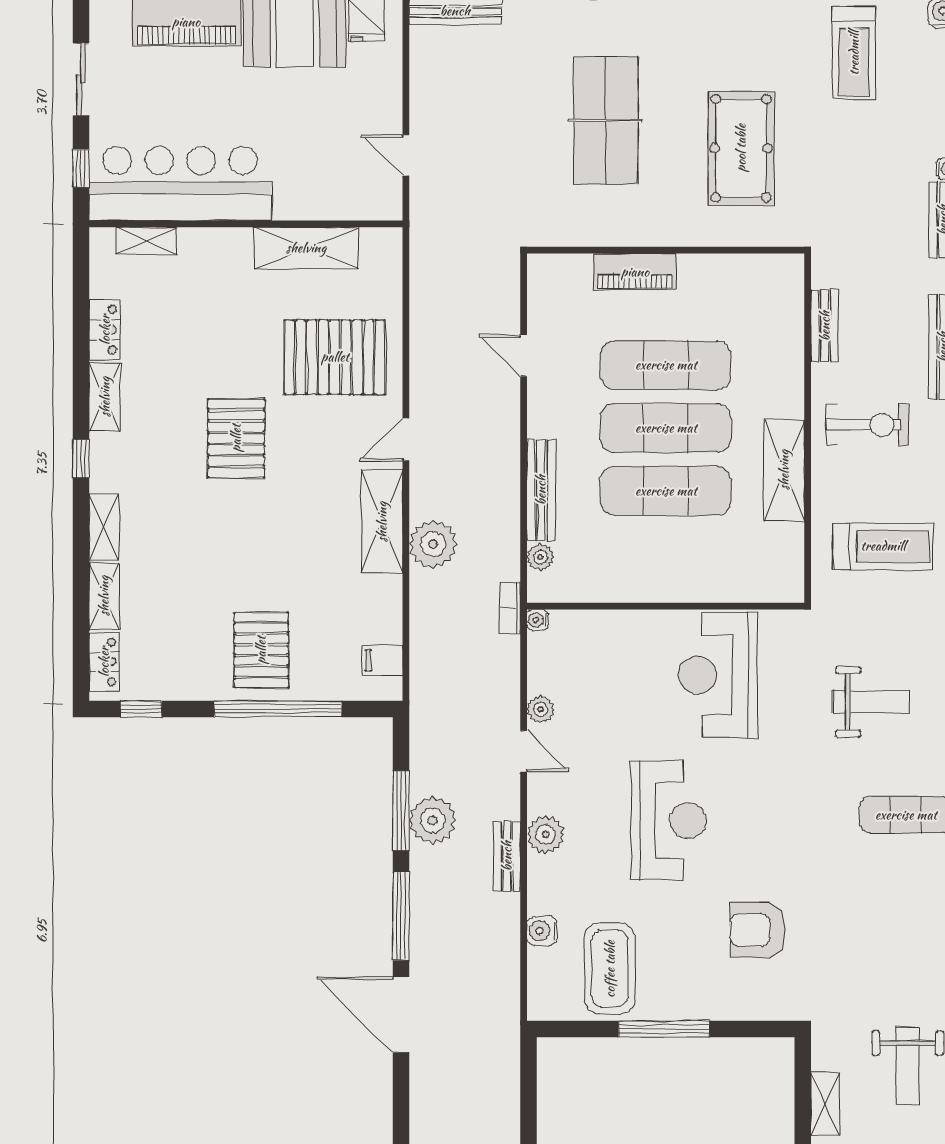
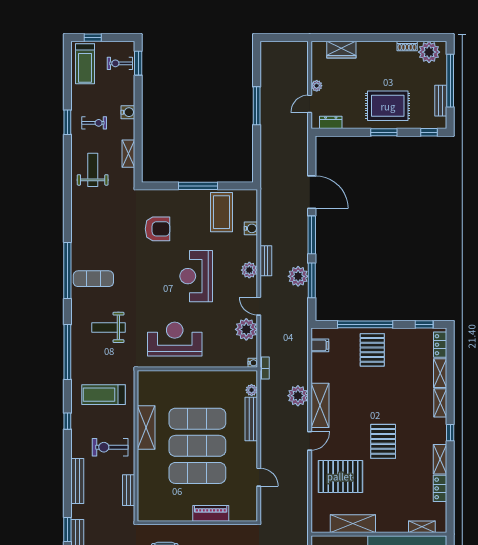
reception desk: (718, 675) -> (175, 339), turned -90
plant: (540, 709) -> (246, 329), width x1.88, depth x1.88

